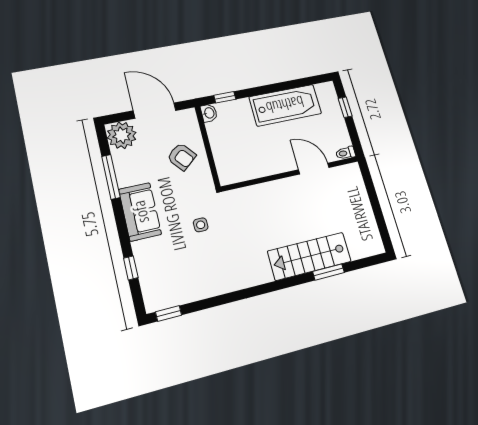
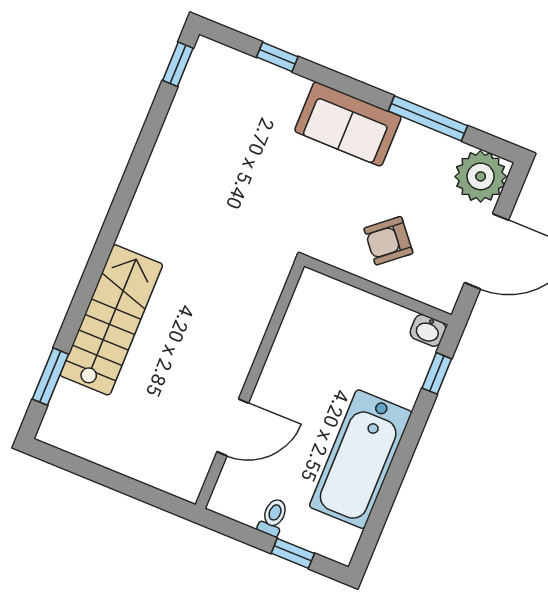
toilet: (346, 153) -> (273, 517), moved
side table: (201, 225) -> (269, 196), removed
window: (329, 272) -> (50, 377), moved

